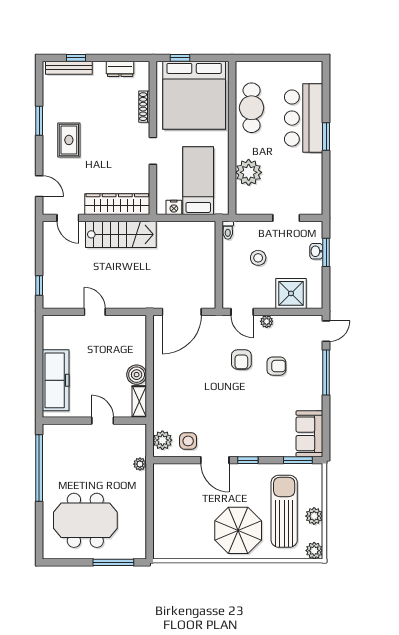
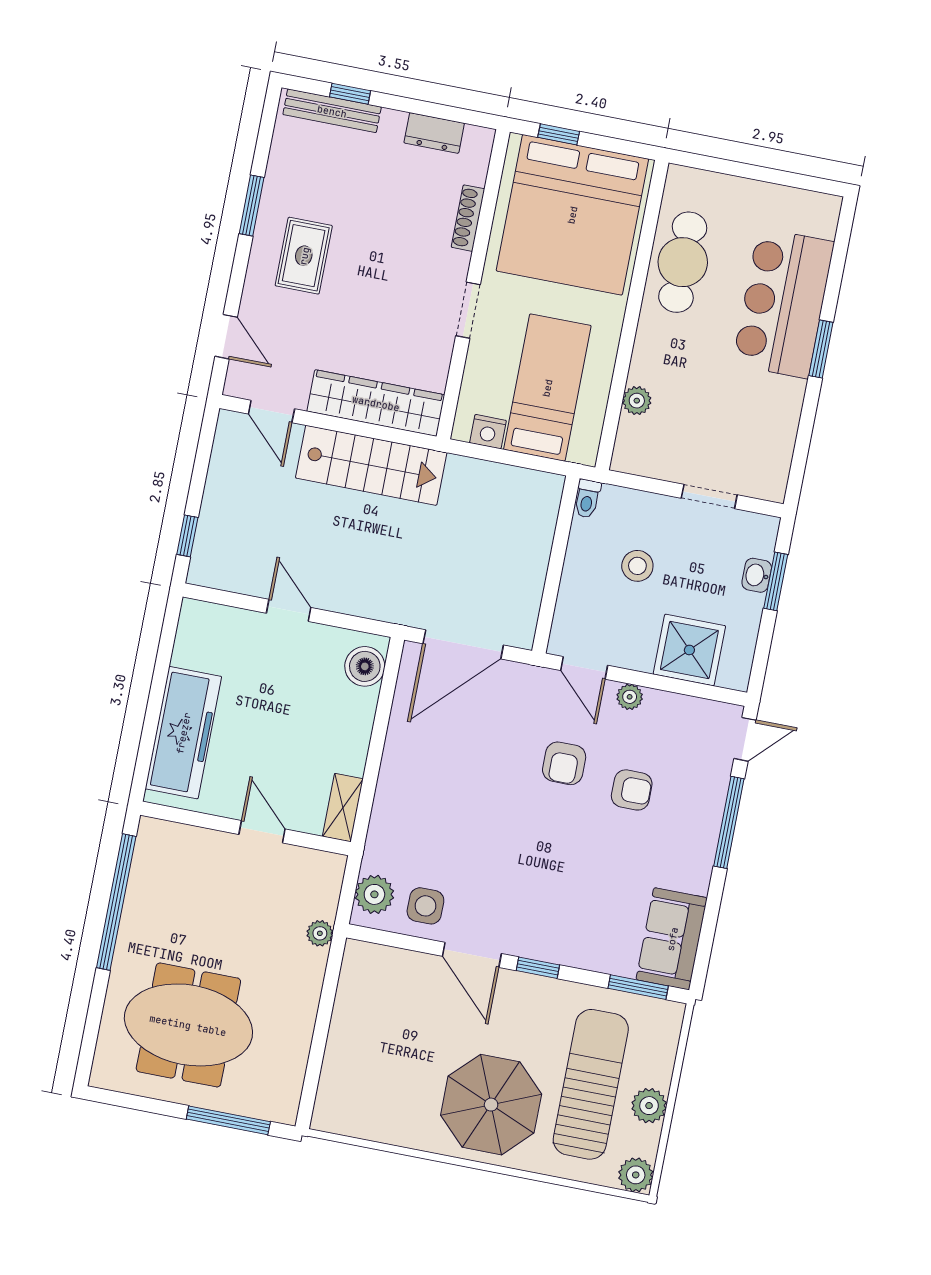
plant: (249, 172) -> (637, 401), width x0.53, depth x0.53
boiler: (137, 375) -> (365, 666), moved

